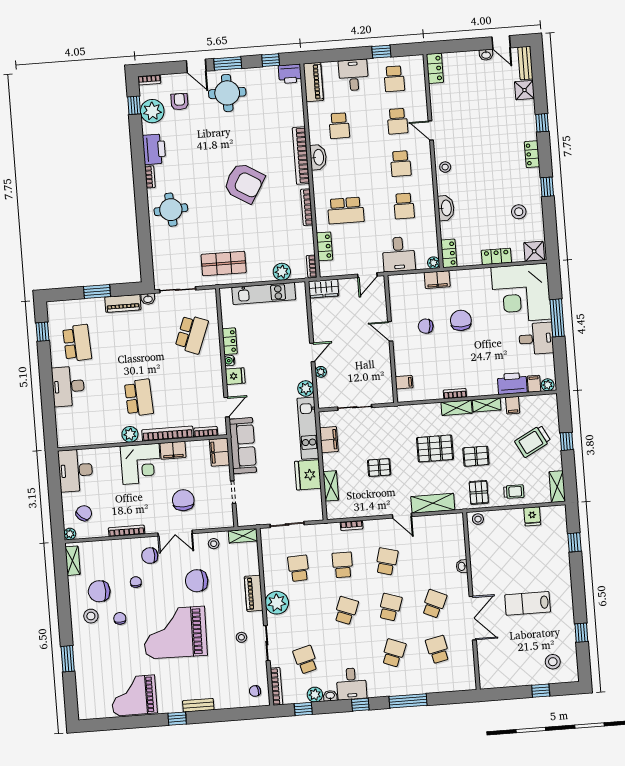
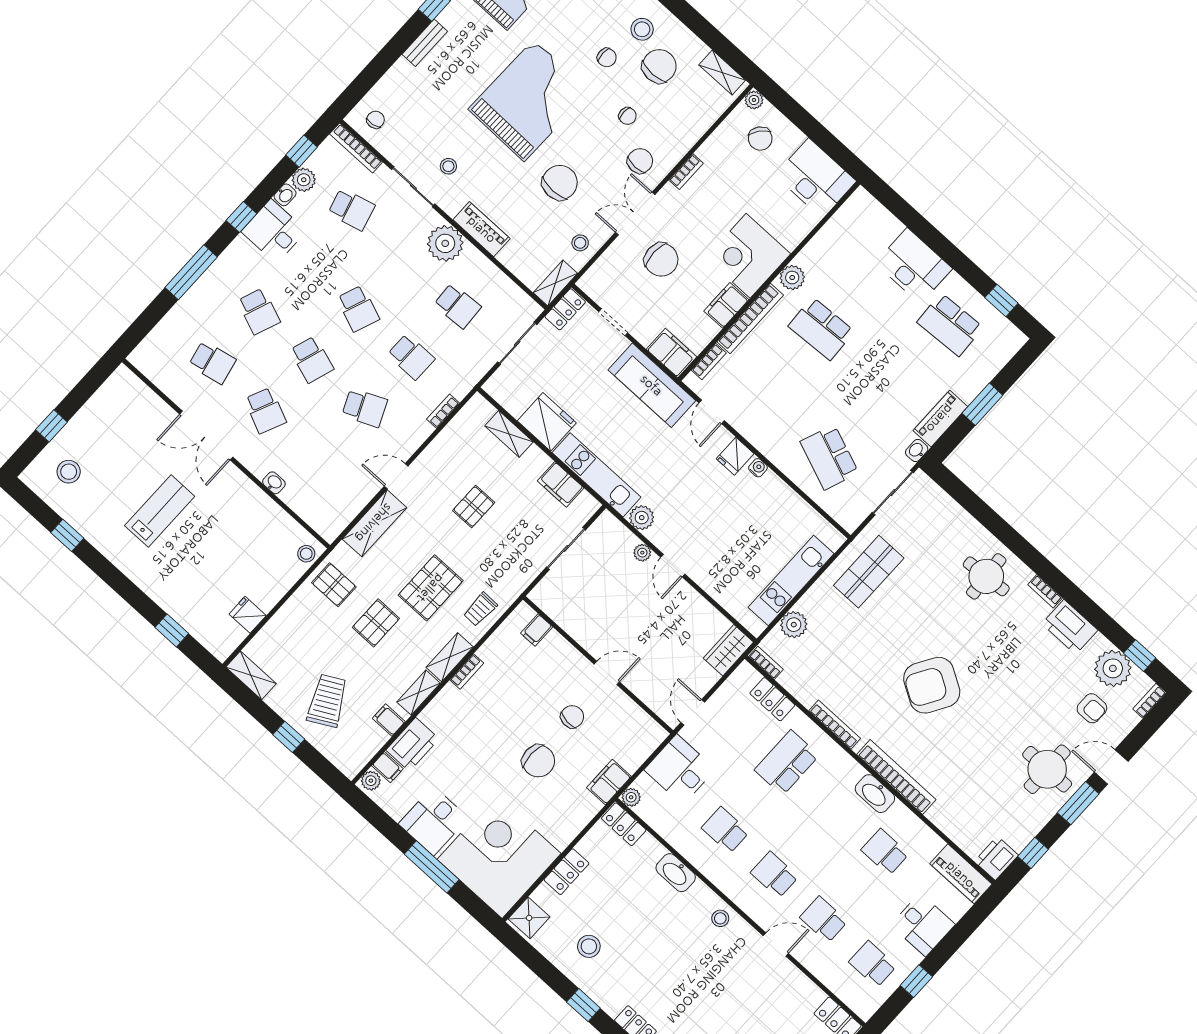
locker: (230, 341) -> (565, 309), moved, turned -90
trolley: (514, 492) -> (480, 609), moved
bookcase: (127, 531) -> (686, 172), width x0.64
school desk: (387, 561) -> (365, 408), turned -39

